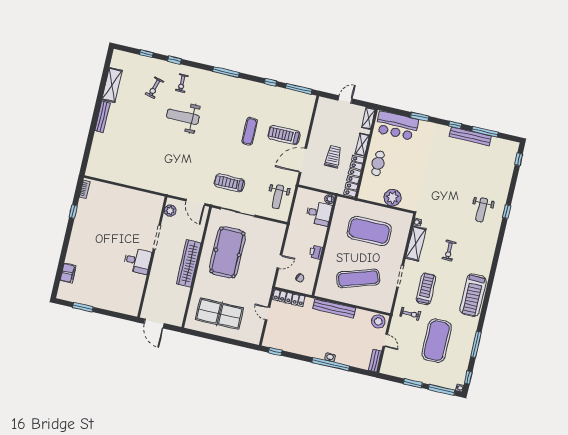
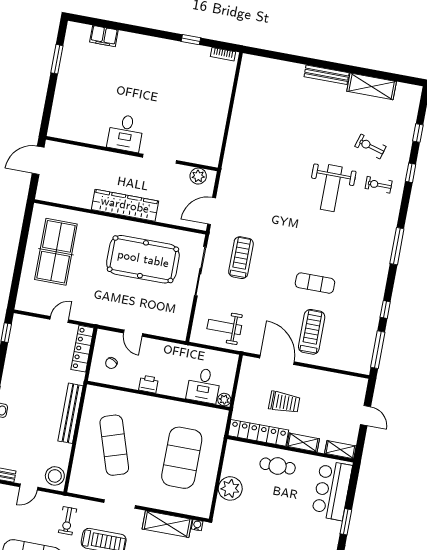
weight bench: (183, 117) -> (331, 188), turned 180

